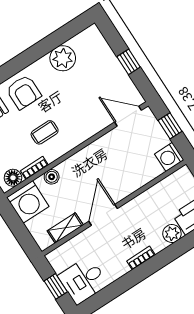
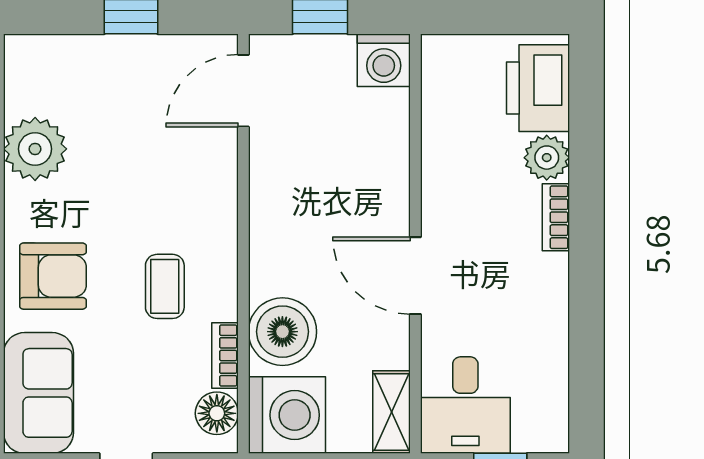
boiler: (52, 177) -> (282, 332), width x1.86, depth x1.86
shelving: (65, 228) -> (392, 412), moved
bookcase: (141, 258) -> (556, 217), moved
desk: (83, 280) -> (465, 405), moved

